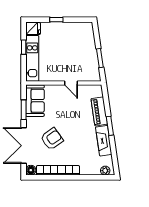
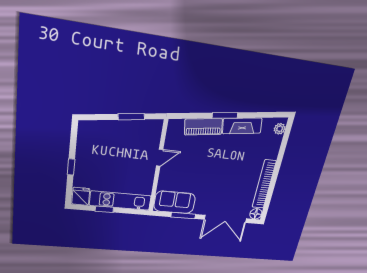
armchair: (52, 139) -> (225, 188), removed

